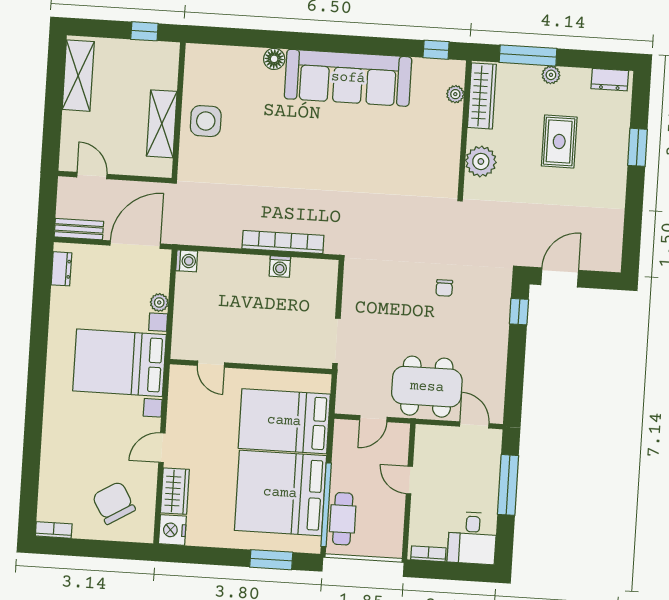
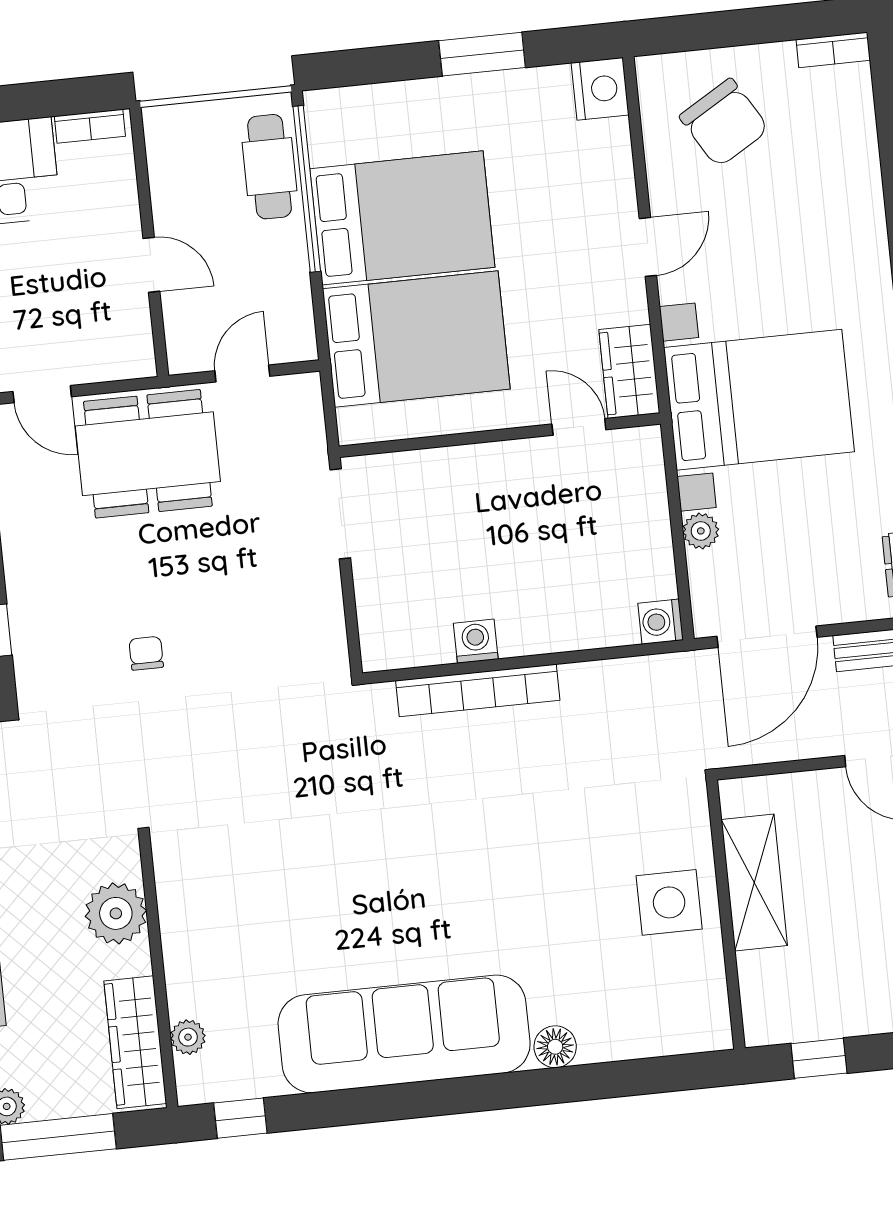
wardrobe: (175, 491) -> (629, 371), moved
bed: (280, 493) -> (402, 218), width x0.73
window: (271, 560) -> (482, 54), moved

